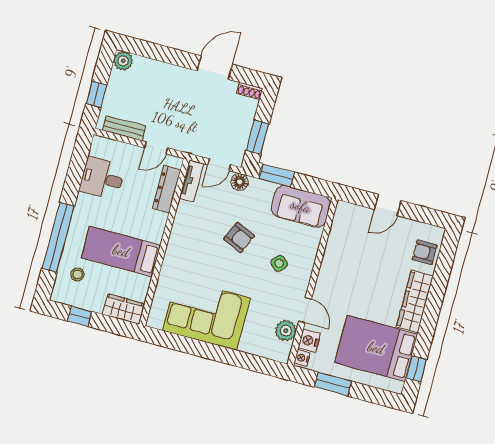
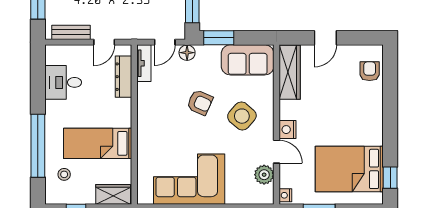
armchair: (425, 252) -> (370, 71), turned 90
side table: (279, 263) -> (242, 116), width x1.87, depth x1.87
wardrobe: (415, 301) -> (290, 72), moved, turned 180
nightstand: (309, 341) -> (287, 130), moved

